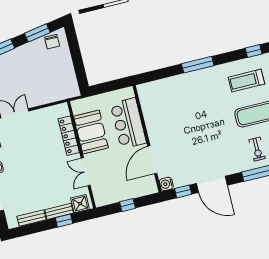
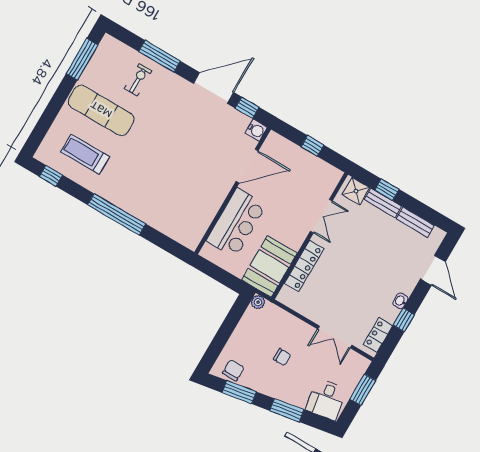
window: (198, 65) -> (117, 214), width x1.46
chair: (33, 75) -> (282, 357), added
treadmill: (246, 81) -> (85, 154), turned 180
plant: (75, 92) -> (258, 302), added
booth: (91, 132) -> (269, 266), moved
door: (212, 184) -> (213, 88), hinge flipped

